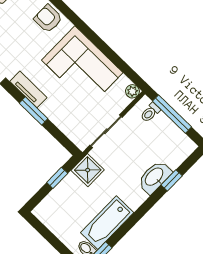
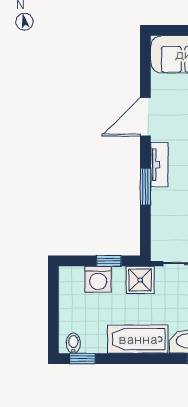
washing machine: (62, 195) -> (98, 279), added
bathtub: (107, 223) -> (138, 339), moved

